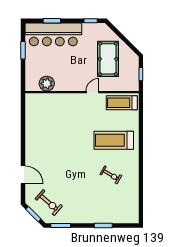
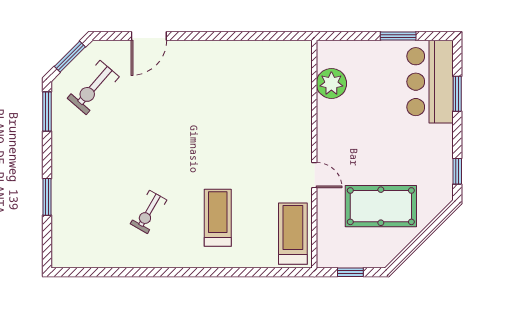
bar counter: (53, 34) -> (430, 82), width x0.73
treadmill: (114, 140) -> (218, 218), width x0.73, depth x0.73

